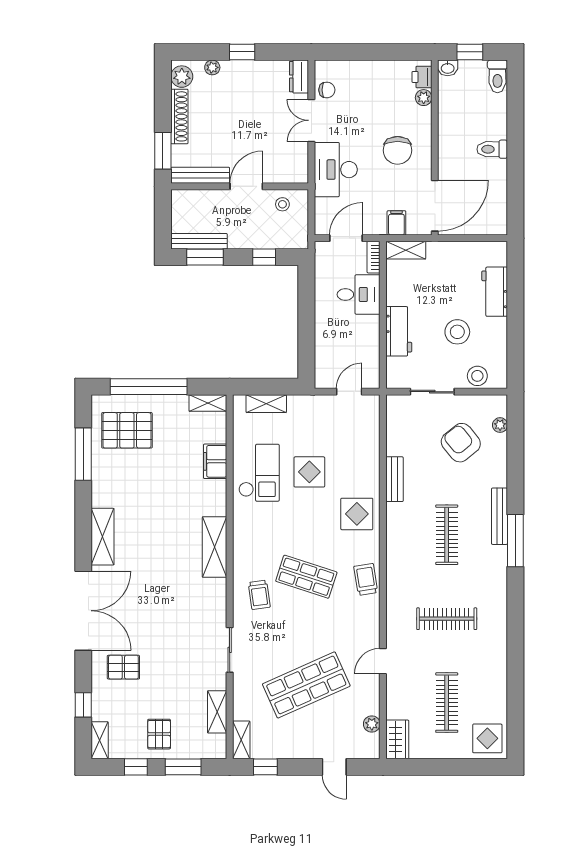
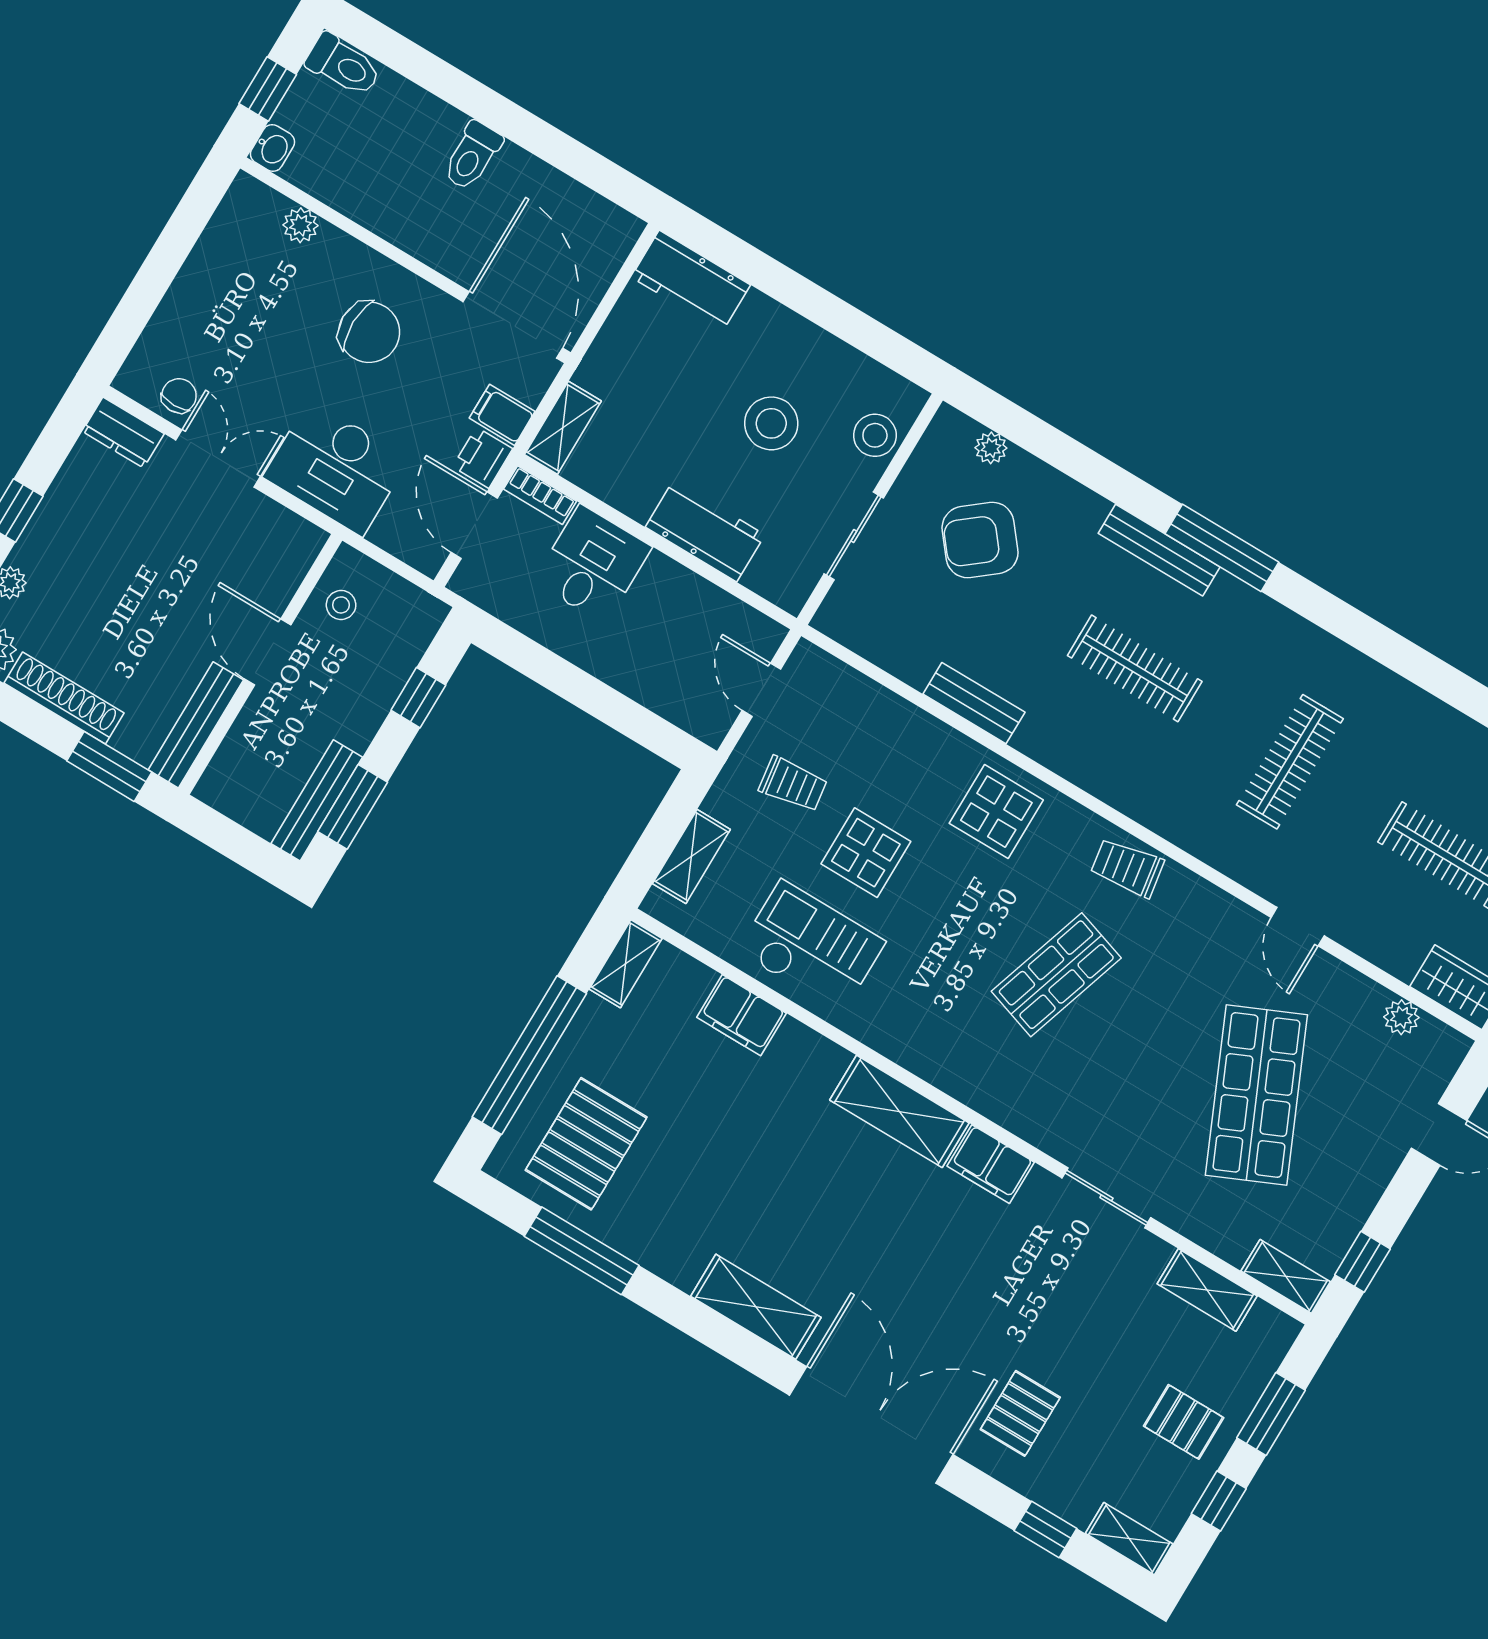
printer: (422, 77) -> (483, 458), moved, turned 90
double door: (311, 120) -> (218, 458), swing flipped
workbench: (495, 292) -> (691, 281), moved
trolley: (259, 595) -> (793, 784), moved
filing cabinet: (215, 596) -> (991, 1164), added

